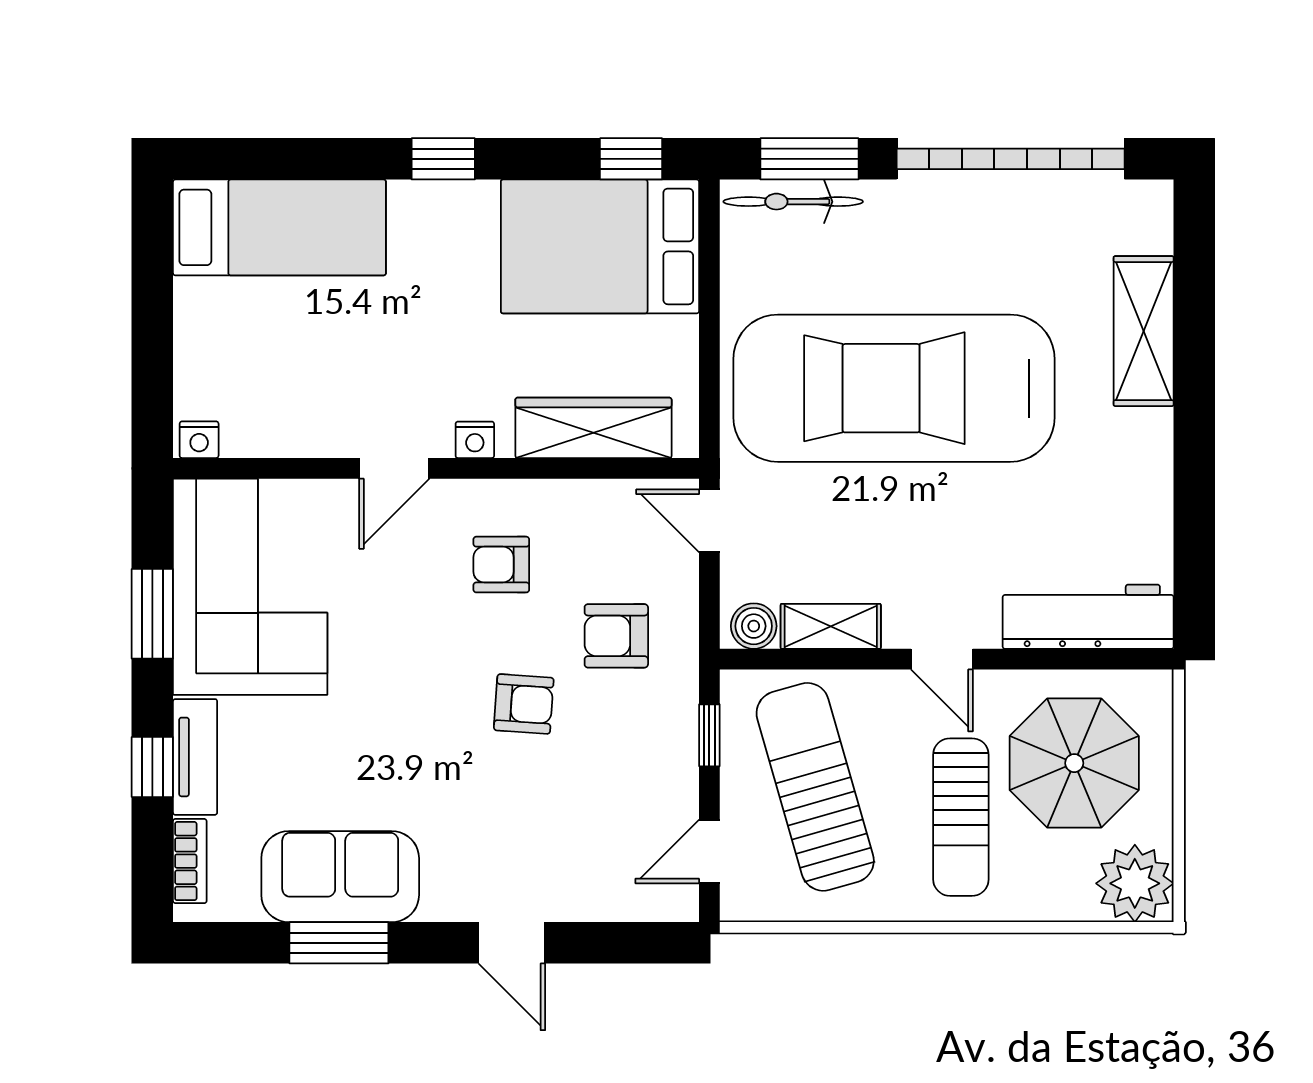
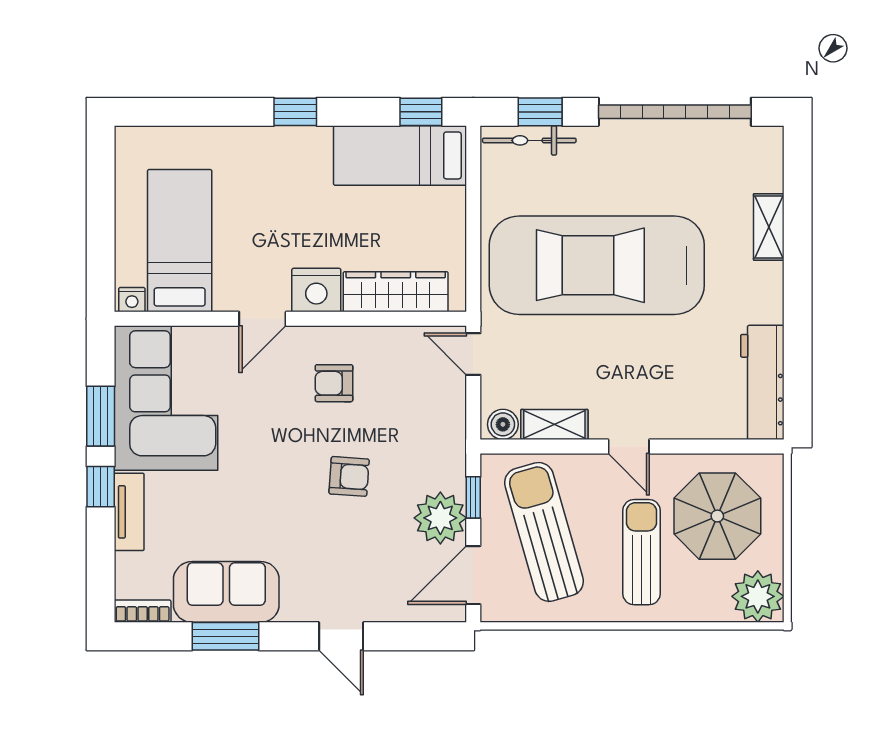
window: (809, 159) -> (540, 112), width x0.67
bed: (279, 227) -> (180, 241), moved, turned -90
bed: (600, 246) -> (400, 155), width x0.67
shelving: (1144, 331) -> (769, 227), width x0.67, depth x0.75
nightstand: (475, 440) -> (316, 290), width x1.89, depth x1.79
workbench: (1088, 617) -> (762, 382), moved, turned -90
armchair: (616, 636) -> (411, 431), removed
plant: (660, 766) -> (440, 518), added
window: (152, 767) -> (101, 487), moved
sun lounger: (961, 817) -> (642, 552), turned 180
door: (709, 851) -> (473, 575), width x1.38
bookcase: (190, 861) -> (143, 611), moved, turned -90

